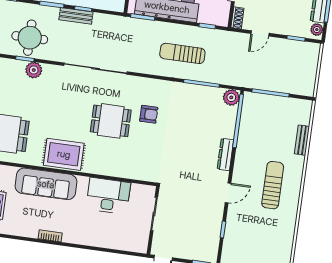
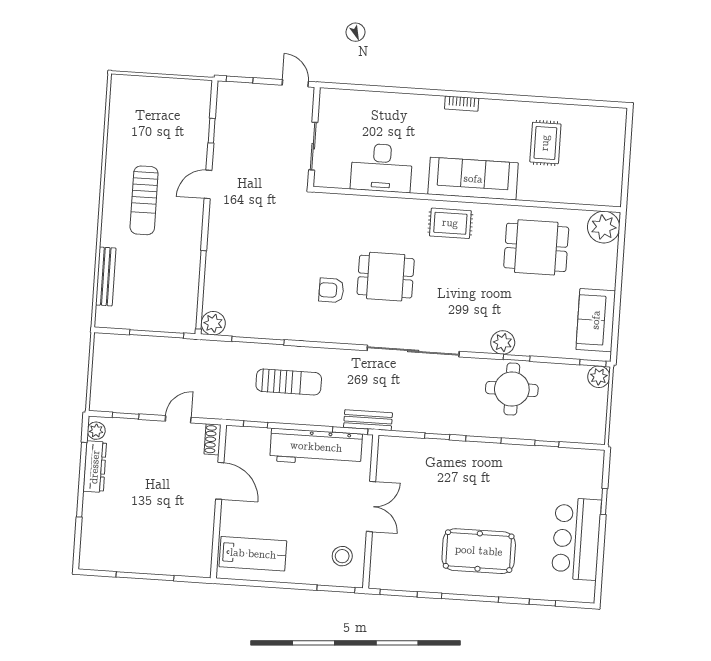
bench: (76, 16) -> (368, 420), moved
bench: (302, 140) -> (106, 276), width x1.36
rug: (64, 154) -> (450, 223), width x0.73, depth x0.70
dresser: (225, 154) -> (216, 240), removed

